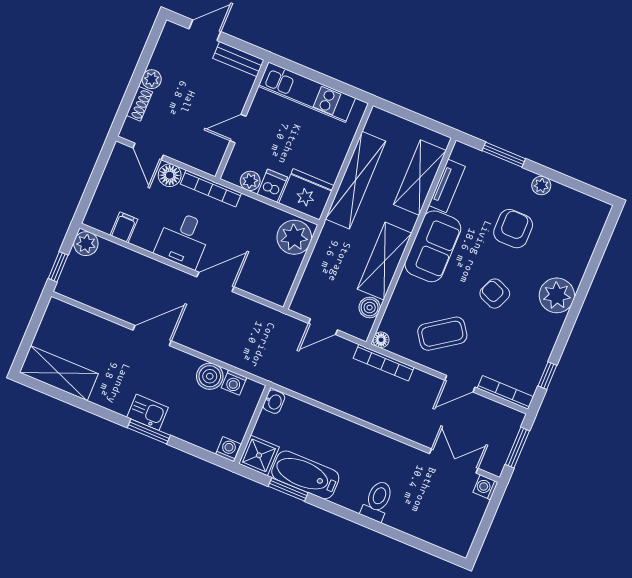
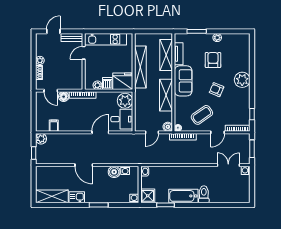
door: (238, 129) -> (84, 53), moved
desk: (183, 240) -> (122, 119), moved, turned -90
boiler: (370, 308) -> (168, 127), moved
door: (152, 335) -> (84, 165), swing flipped
kitchen sink: (148, 412) -> (77, 197), moved
bathtub: (305, 475) -> (183, 196), moved

